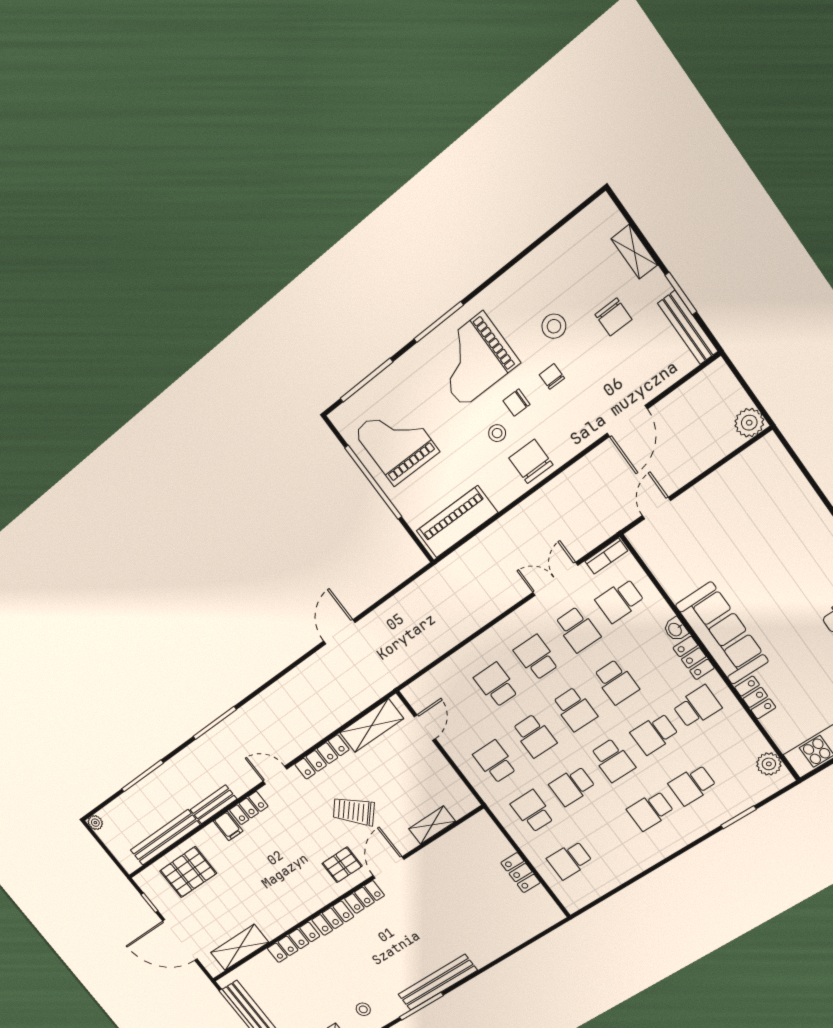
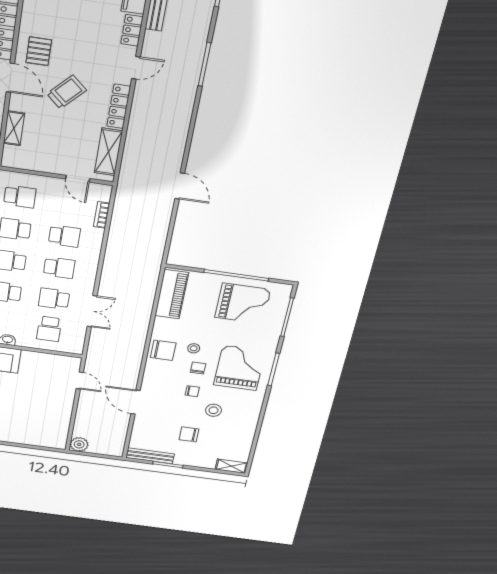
shelving: (634, 252) -> (231, 466), moved
bookcase: (606, 556) -> (102, 215), moved
school desk: (620, 601) -> (49, 329), turned 180

